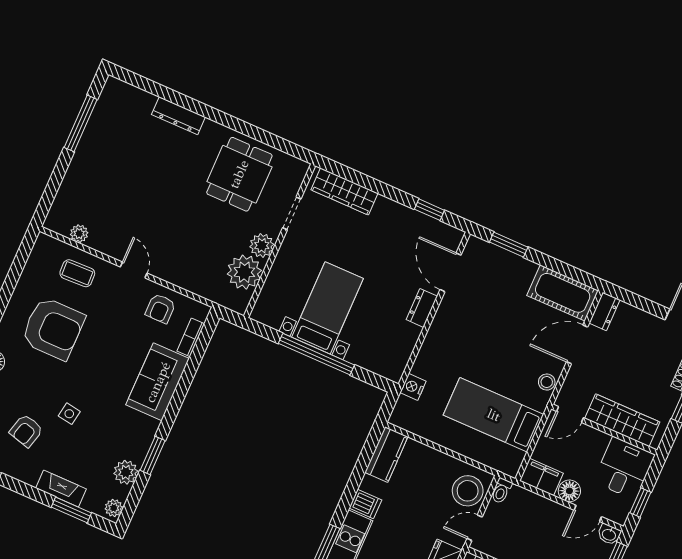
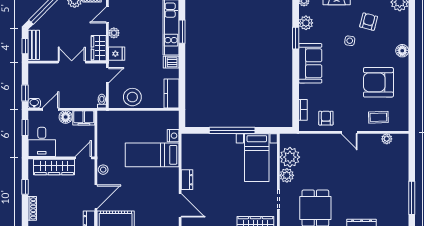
bed with nightstands: (328, 308) -> (257, 158), moved
sofa: (158, 382) -> (310, 63), moved
bed: (494, 415) -> (152, 155), moved, turned 180
stool: (468, 491) -> (132, 97), moved

